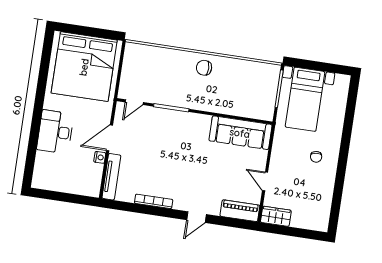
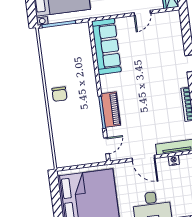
door: (134, 102) -> (106, 146), hinge flipped
nightstand: (100, 157) -> (174, 160), moved
piano: (240, 211) -> (111, 109), moved, turned 180

